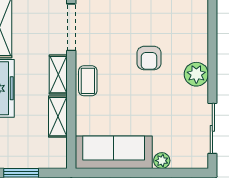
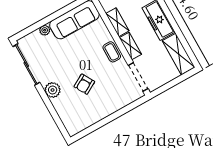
armchair: (149, 58) -> (84, 84), turned -120
sliding door: (212, 128) -> (26, 64), width x1.37

